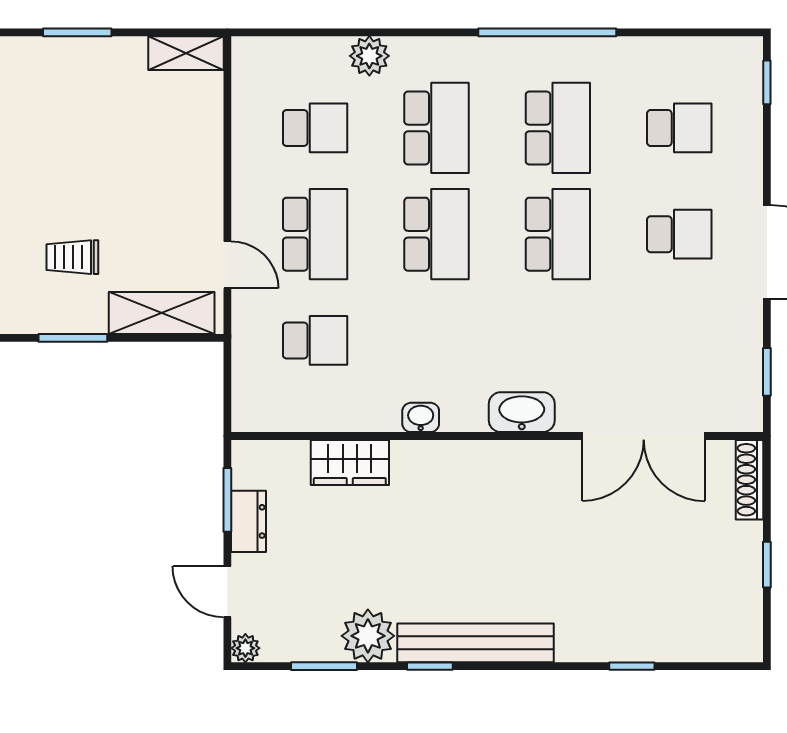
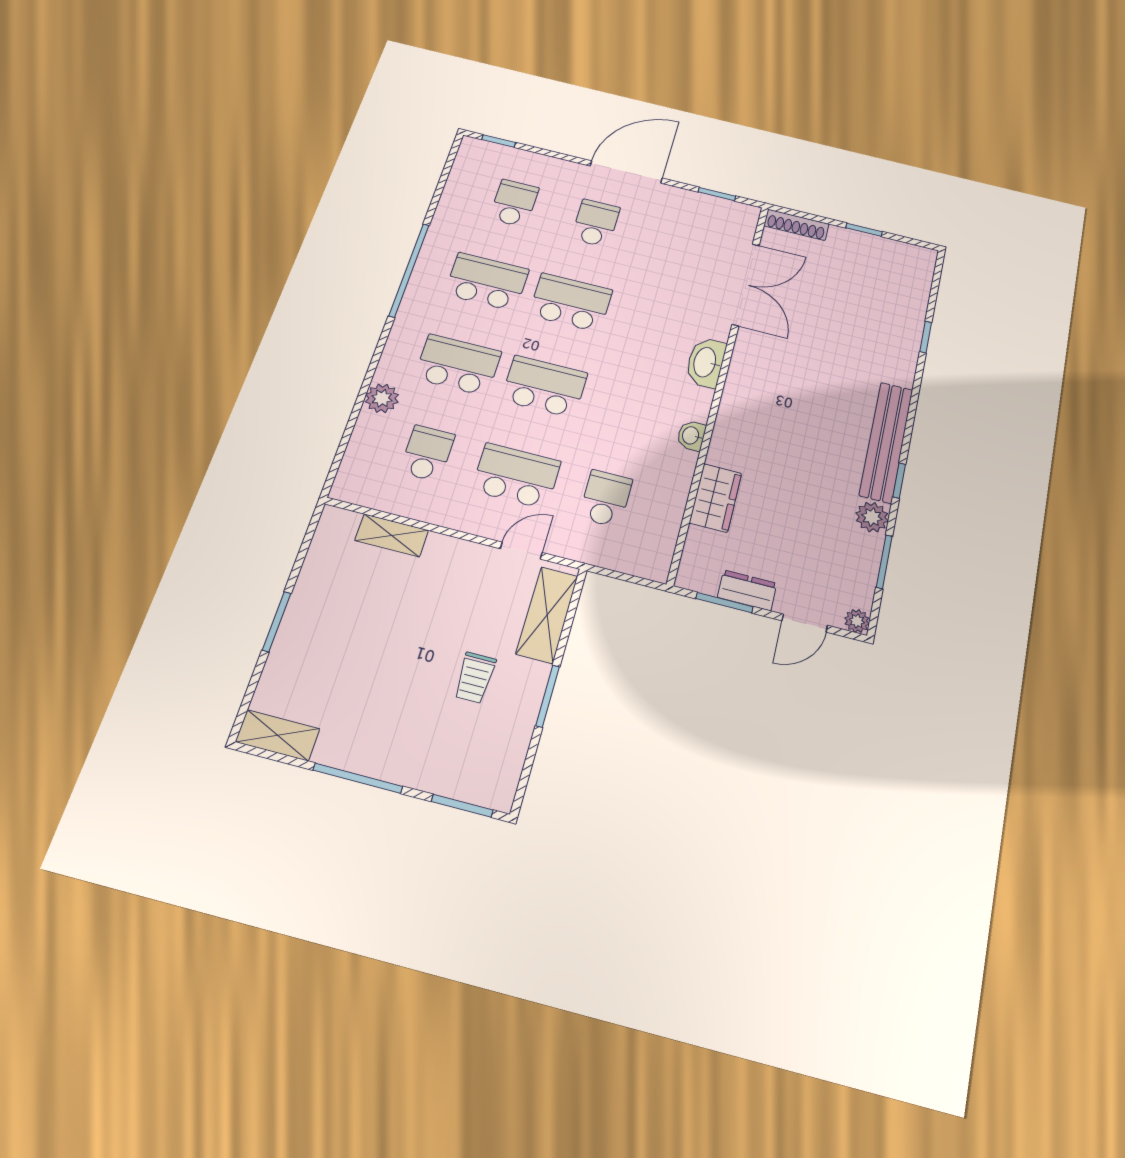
shelving: (186, 53) -> (392, 535), moved, turned 90
plant: (368, 636) -> (872, 517), width x0.73, depth x0.73

